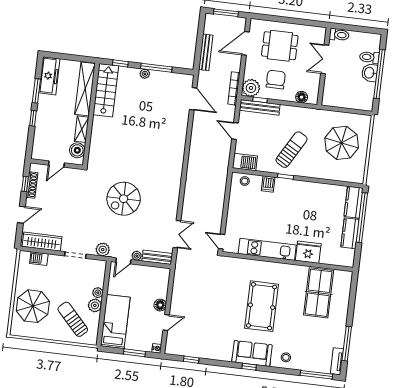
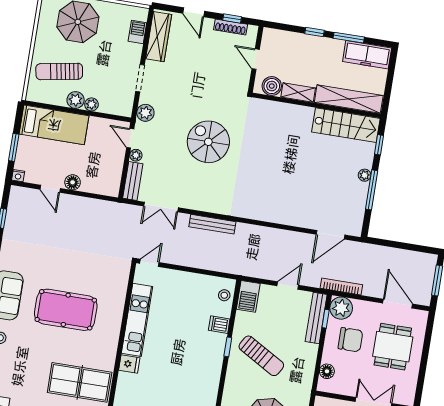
bench: (206, 52) -> (212, 224), moved
fridge: (308, 252) -> (129, 364), width x0.53, depth x0.75
sun lounger: (73, 319) -> (59, 71), turned -147

